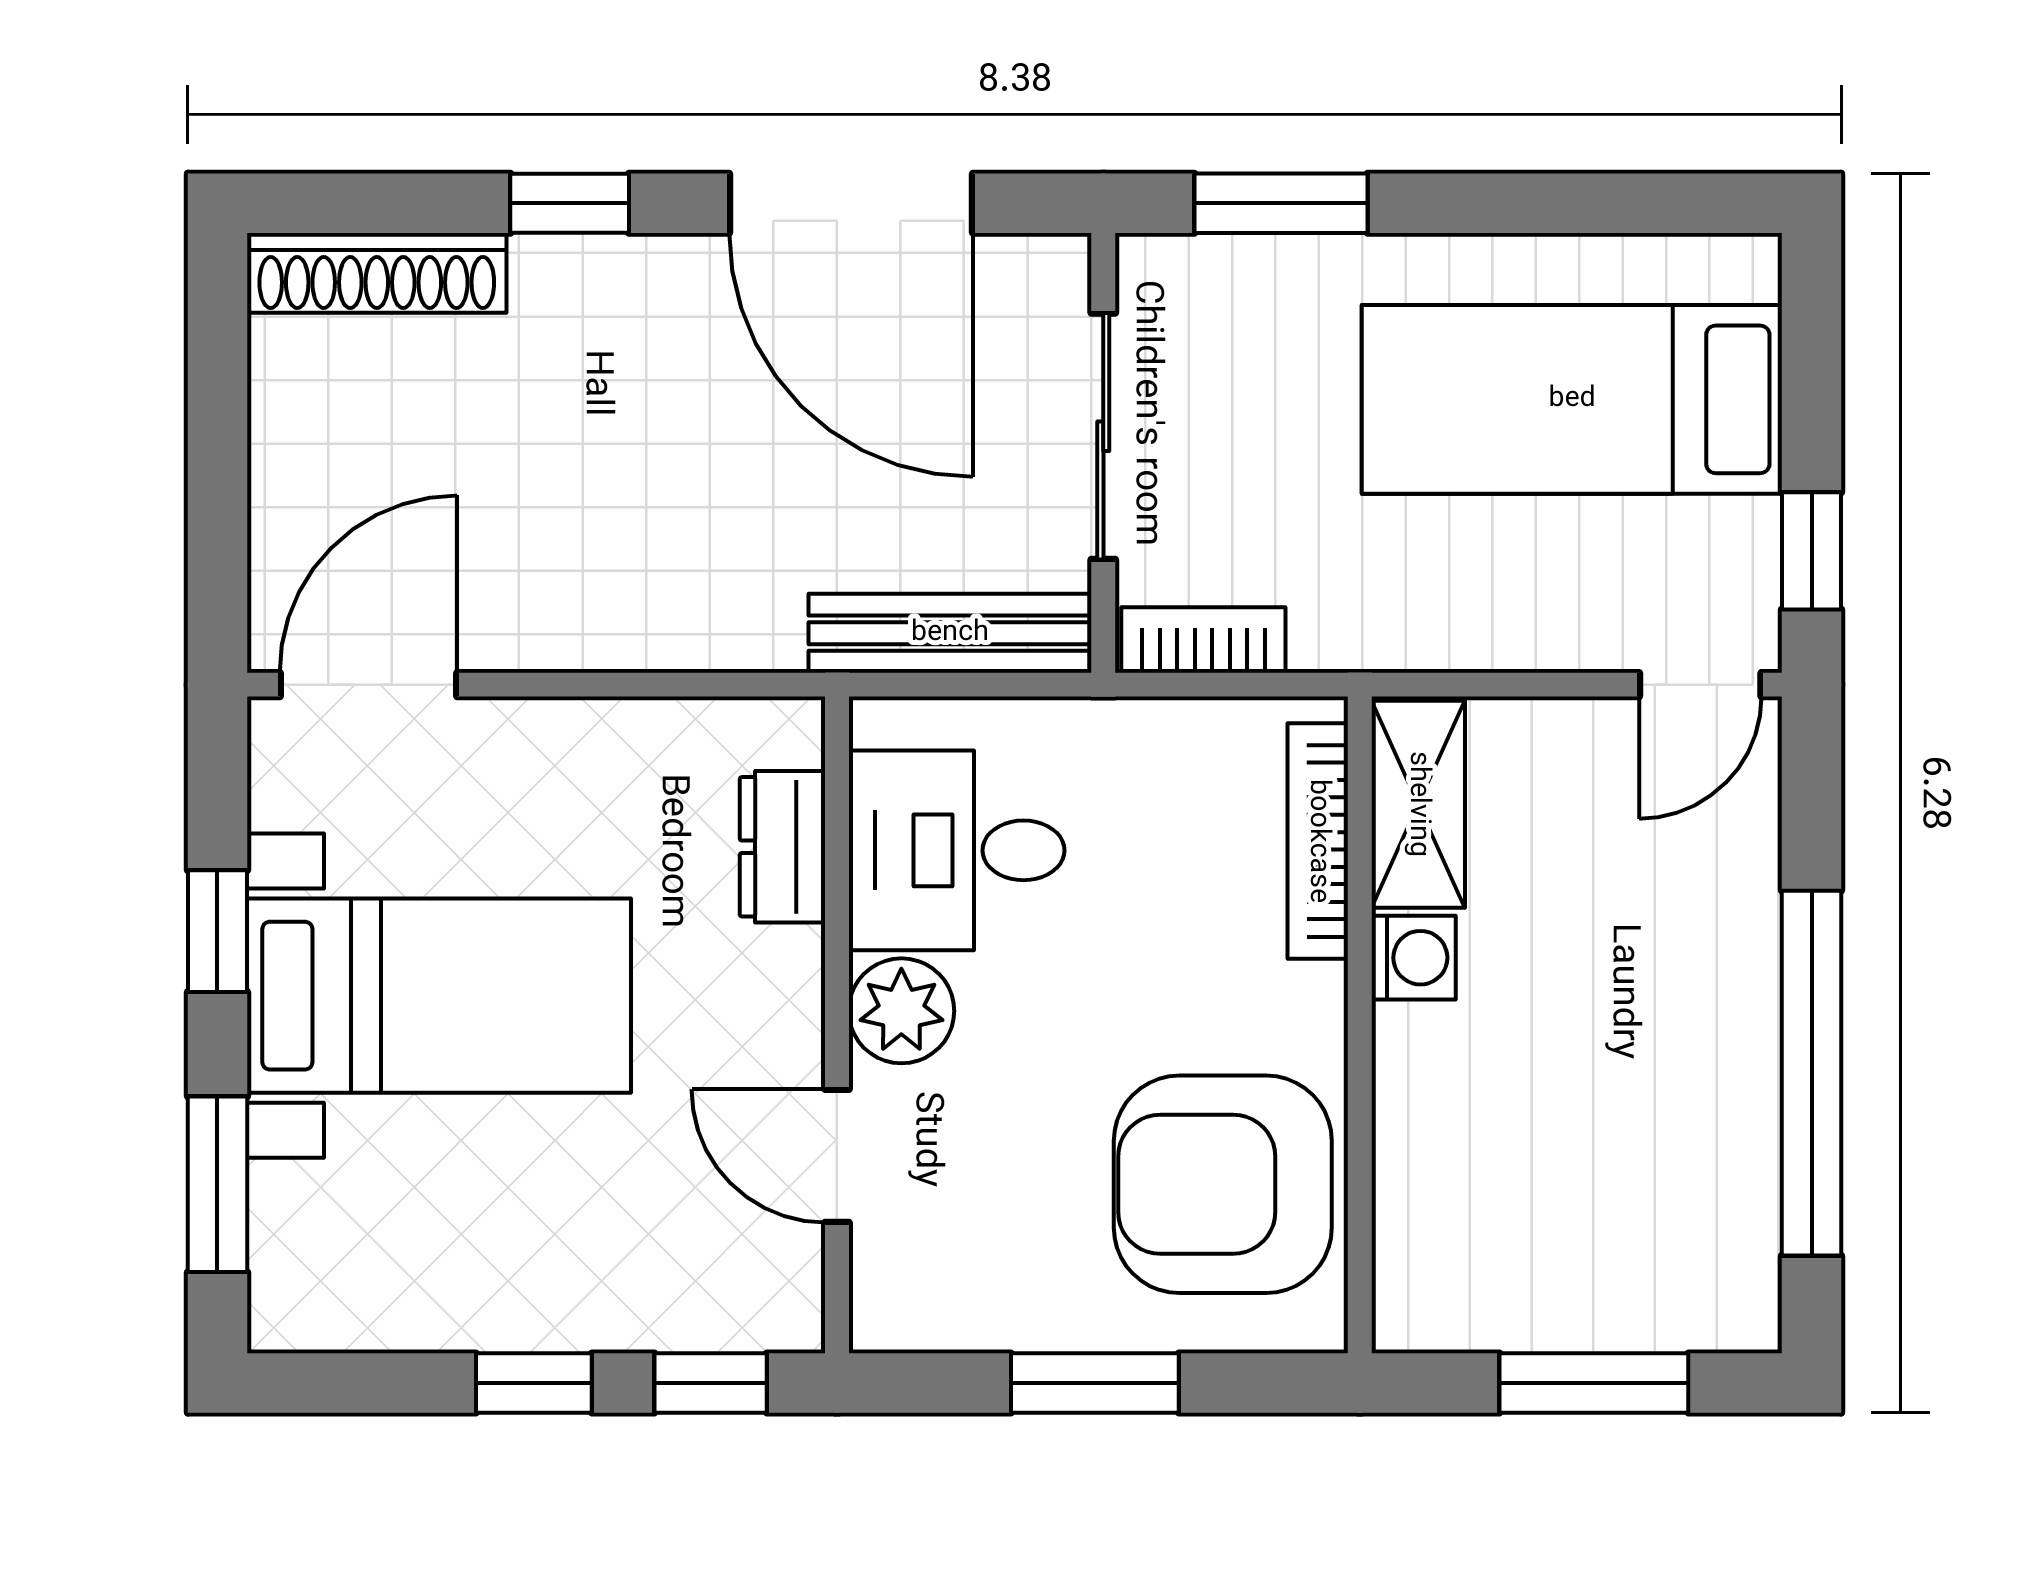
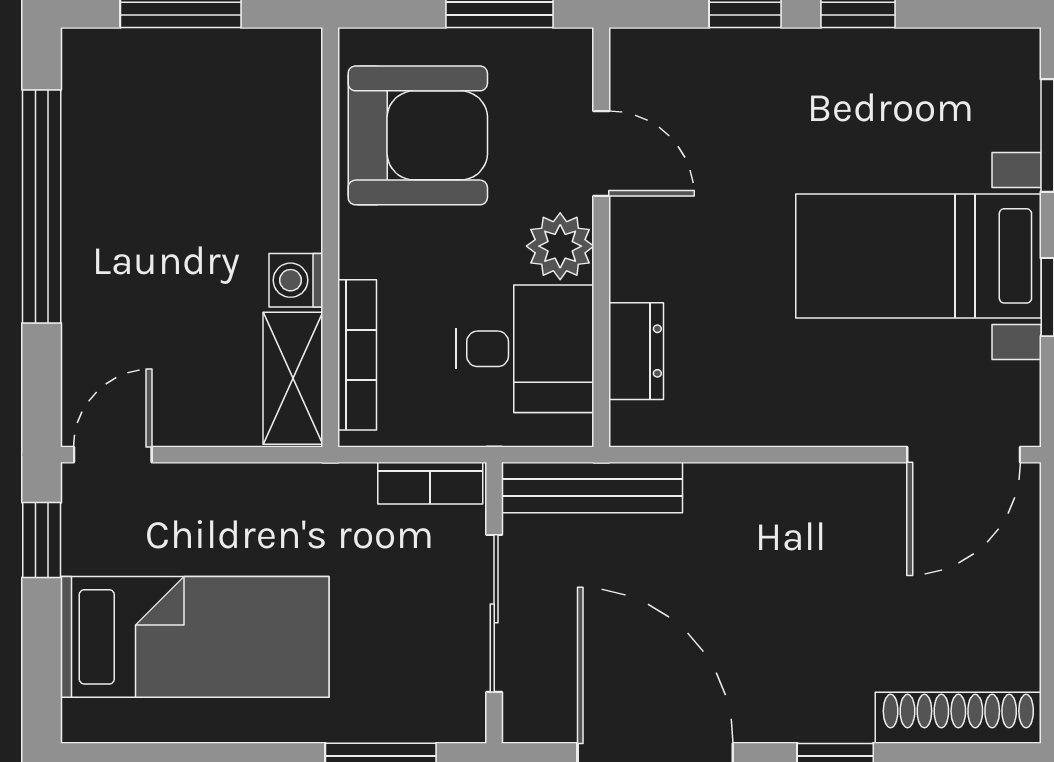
dresser: (782, 847) -> (636, 351), moved
desk: (957, 850) -> (525, 349), moved
plant: (901, 1011) -> (560, 246), moved
wall: (837, 1025) -> (601, 237), moved
door: (837, 1156) -> (601, 154), moved

